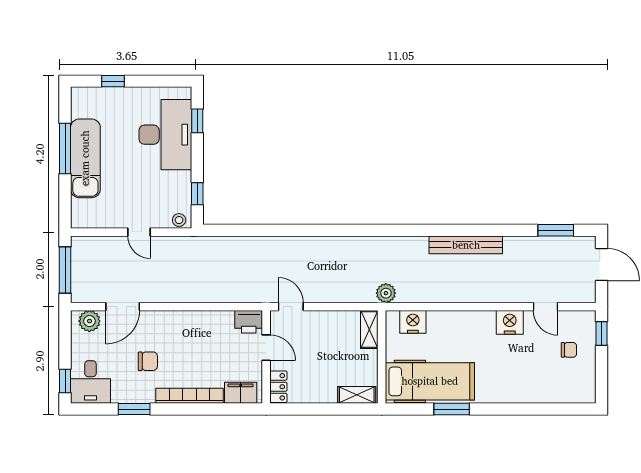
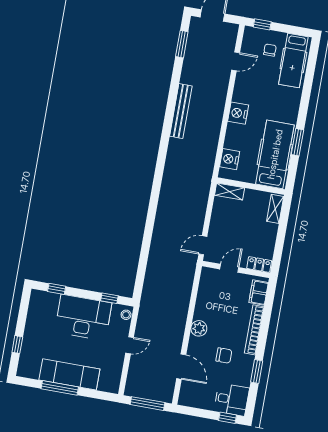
desk: (165, 135) -> (83, 317), moved
plant: (386, 293) -> (205, 175), removed
plant: (89, 321) -> (199, 328), moved
printer: (249, 322) -> (208, 278), removed
nightstand: (510, 322) -> (238, 113), moved
chair: (148, 361) -> (224, 355), turned 90
hospital bed: (560, 384) -> (293, 61), added

